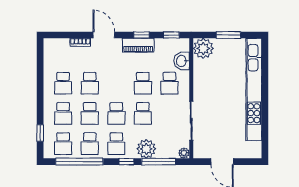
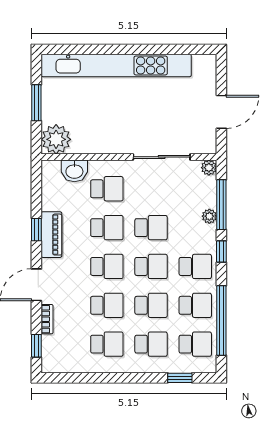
window: (171, 35) -> (36, 346), moved
school desk: (116, 83) -> (107, 266), added
plant: (146, 149) -> (209, 216), width x0.53, depth x0.53

